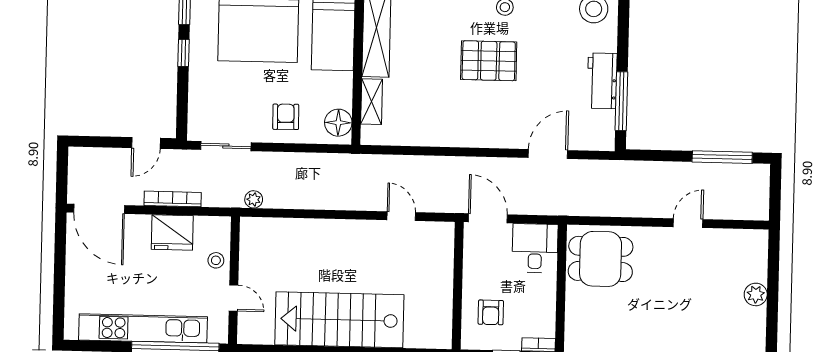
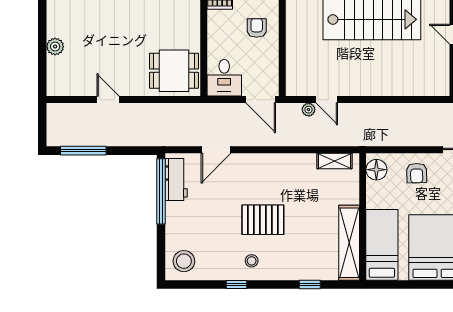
workbench: (602, 81) -> (176, 179), moved
window: (621, 101) -> (161, 191), width x1.46
shelving: (372, 102) -> (335, 161), moved, turned 90
plant: (254, 199) -> (309, 110), moved
door: (688, 223) -> (108, 100), swing flipped

